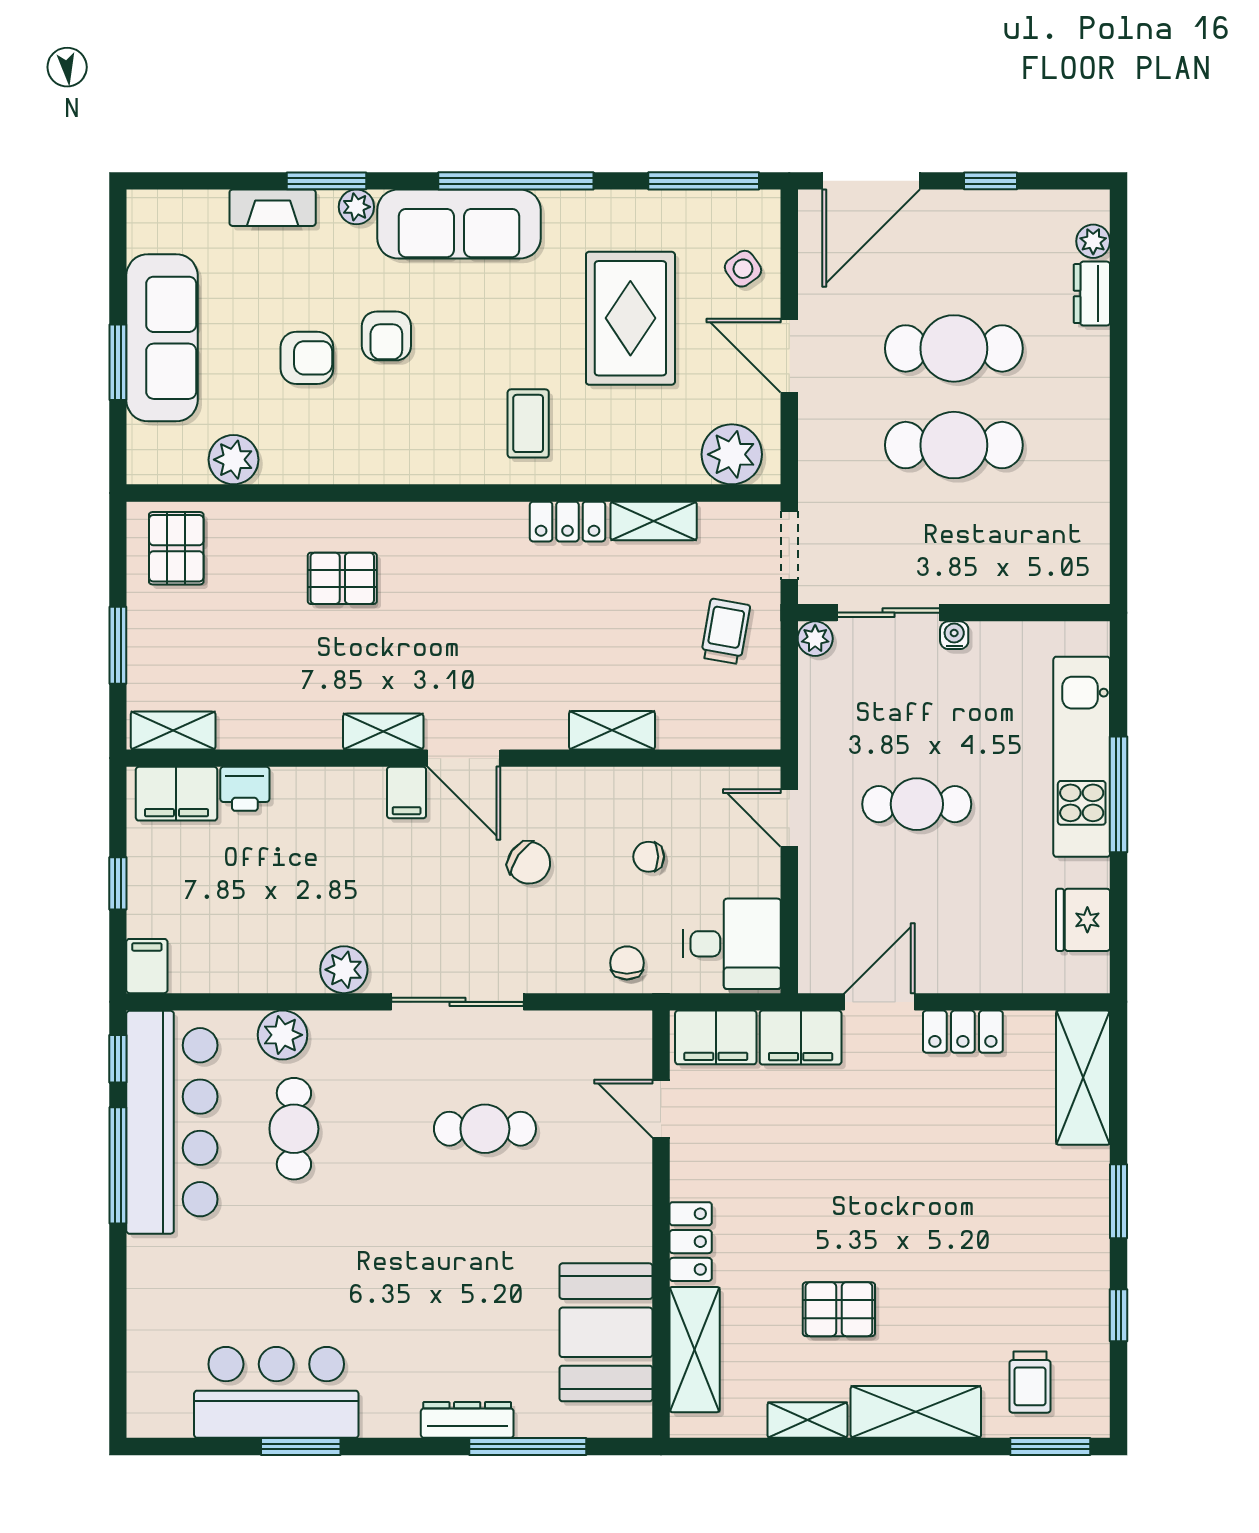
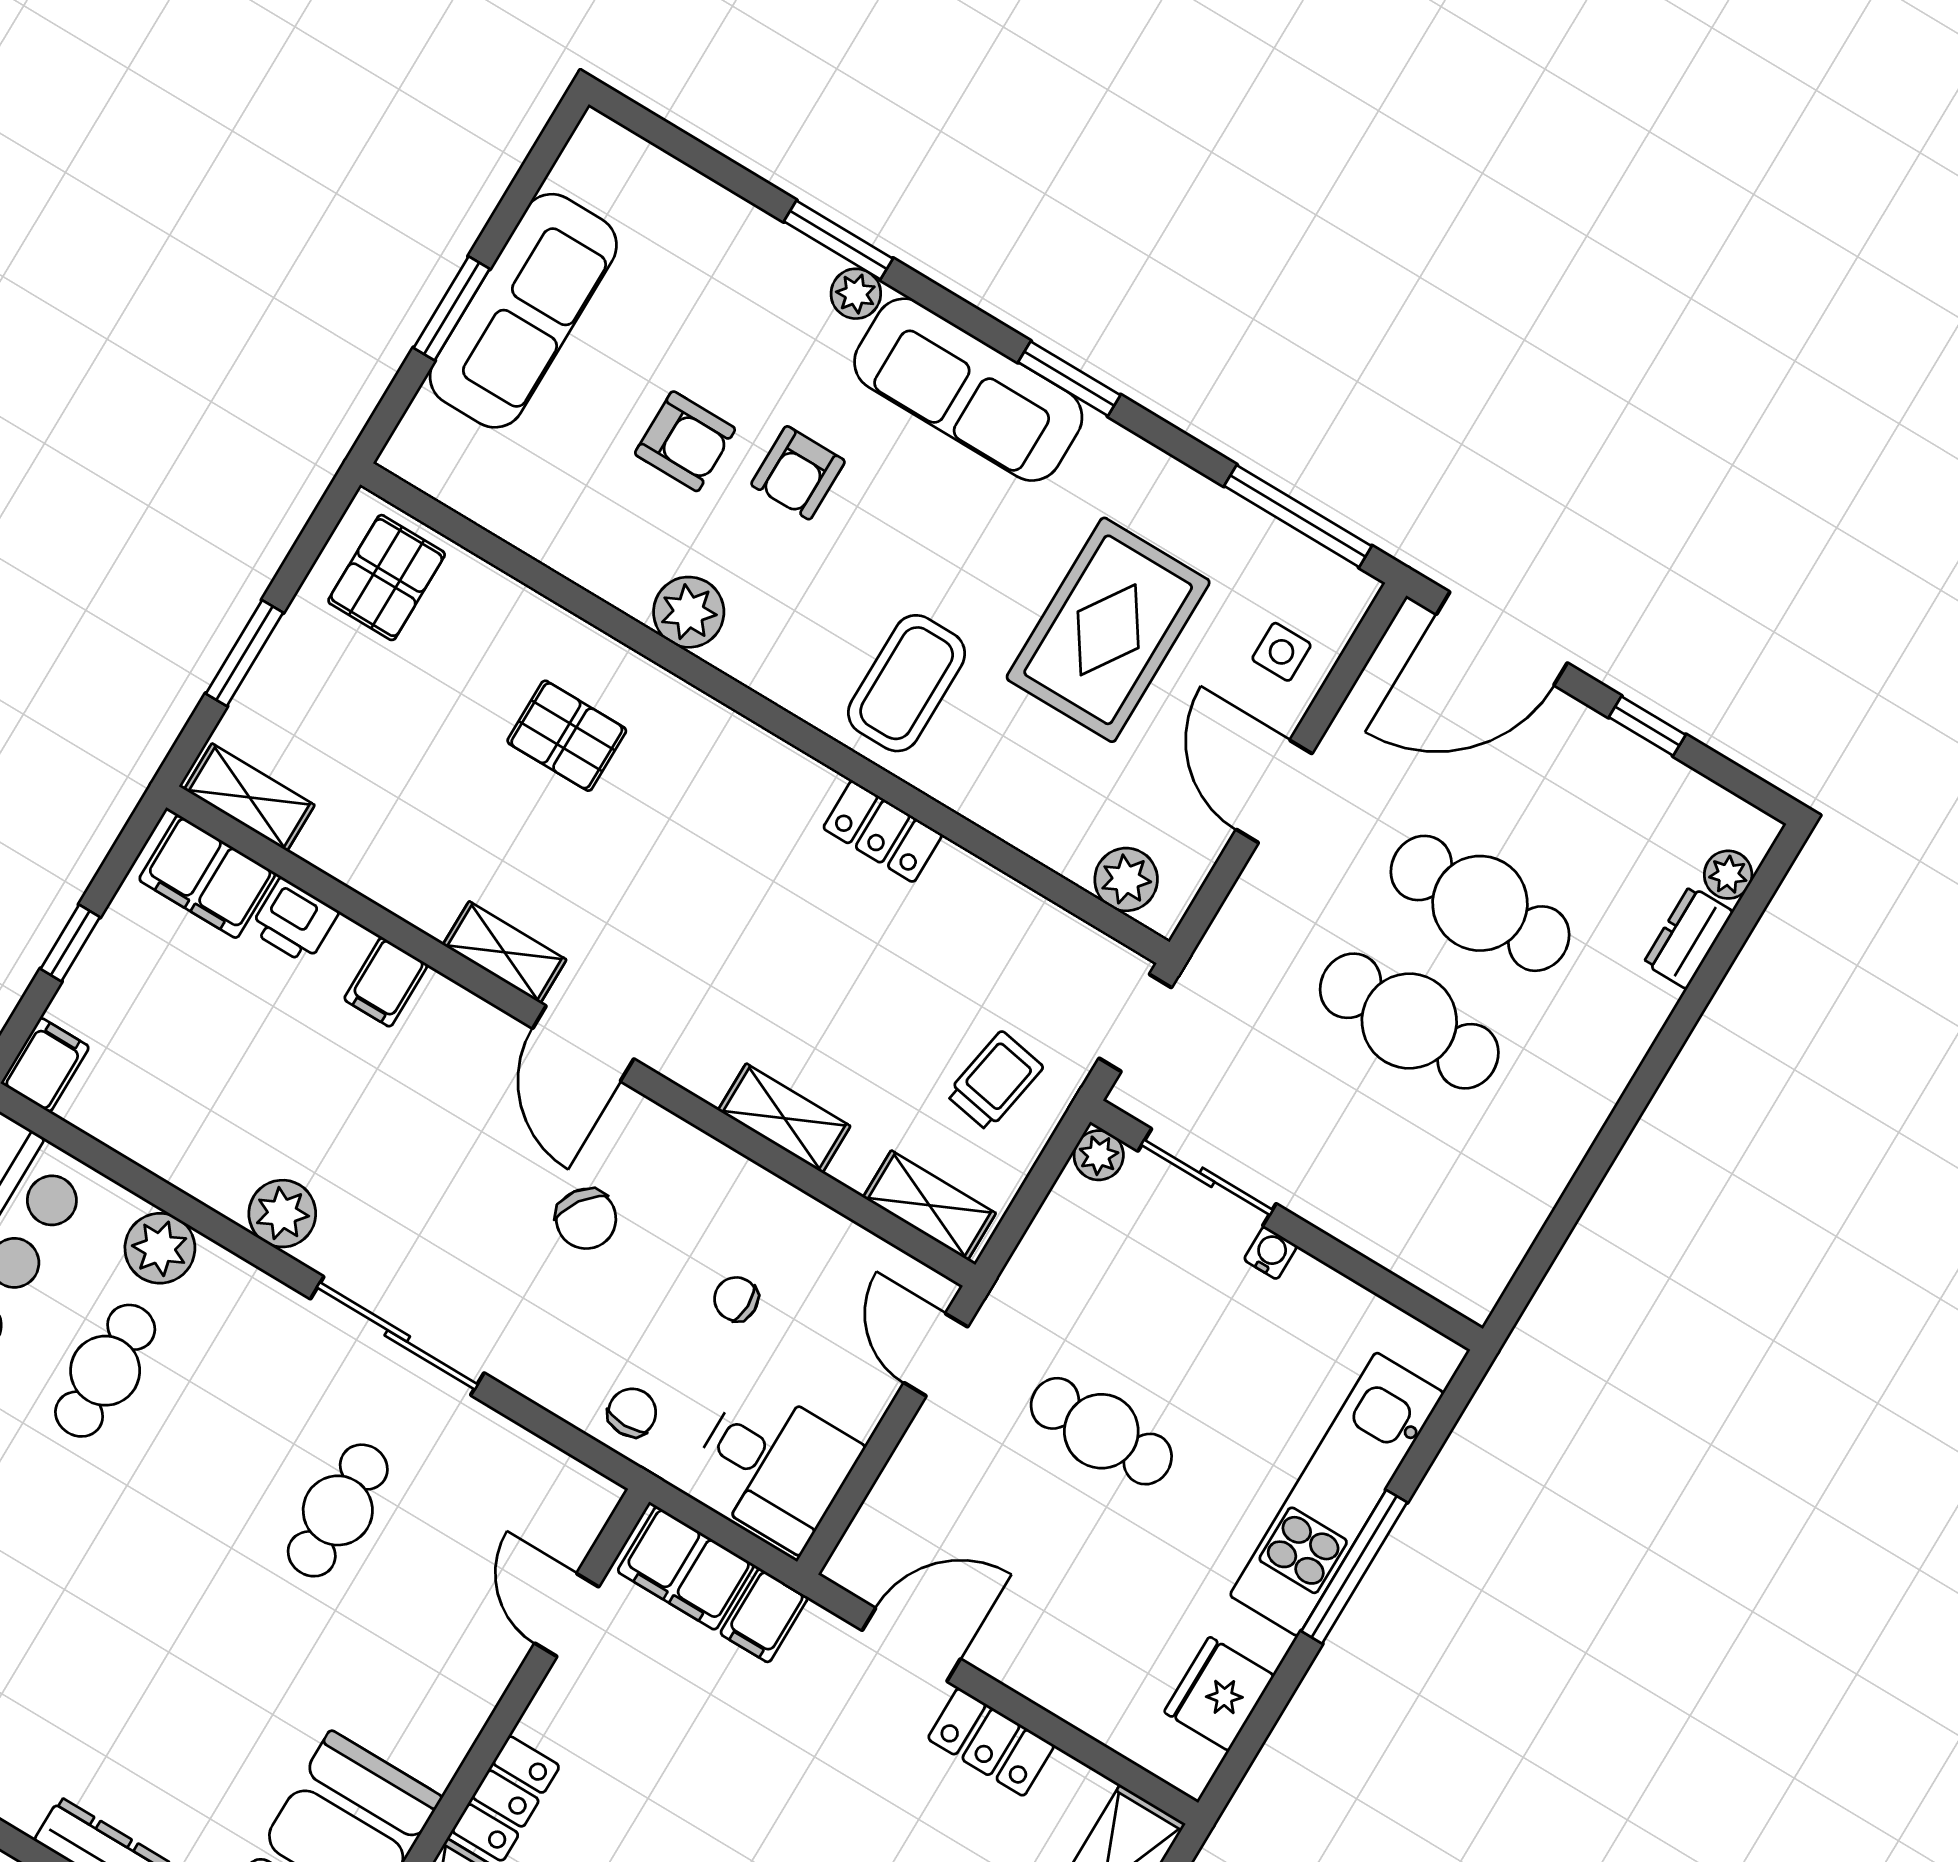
window: (516, 181) -> (1069, 379), width x0.47
fireplace: (273, 208) -> (753, 233), removed
side table: (743, 269) -> (1282, 652), turned 35
coffee table: (528, 423) -> (907, 683), width x1.36, depth x1.30
plant: (732, 454) -> (1126, 879), width x0.73, depth x0.73
plant: (234, 460) -> (689, 612), moved
shelving: (654, 521) -> (929, 1205), moved
filing cabinet: (407, 793) -> (386, 982), moved
filing cabinet: (801, 1038) -> (764, 1616), width x0.50
cafe table: (485, 1129) -> (338, 1510), turned 90

